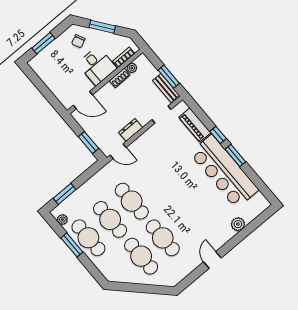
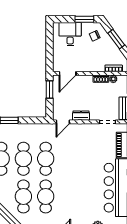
window: (43, 43) -> (84, 19), moved
desk: (97, 66) -> (70, 34), moved, turned 180
door: (83, 100) -> (68, 73), hinge flipped
window: (89, 143) -> (49, 89), moved
door: (118, 151) -> (63, 122), hinge flipped

